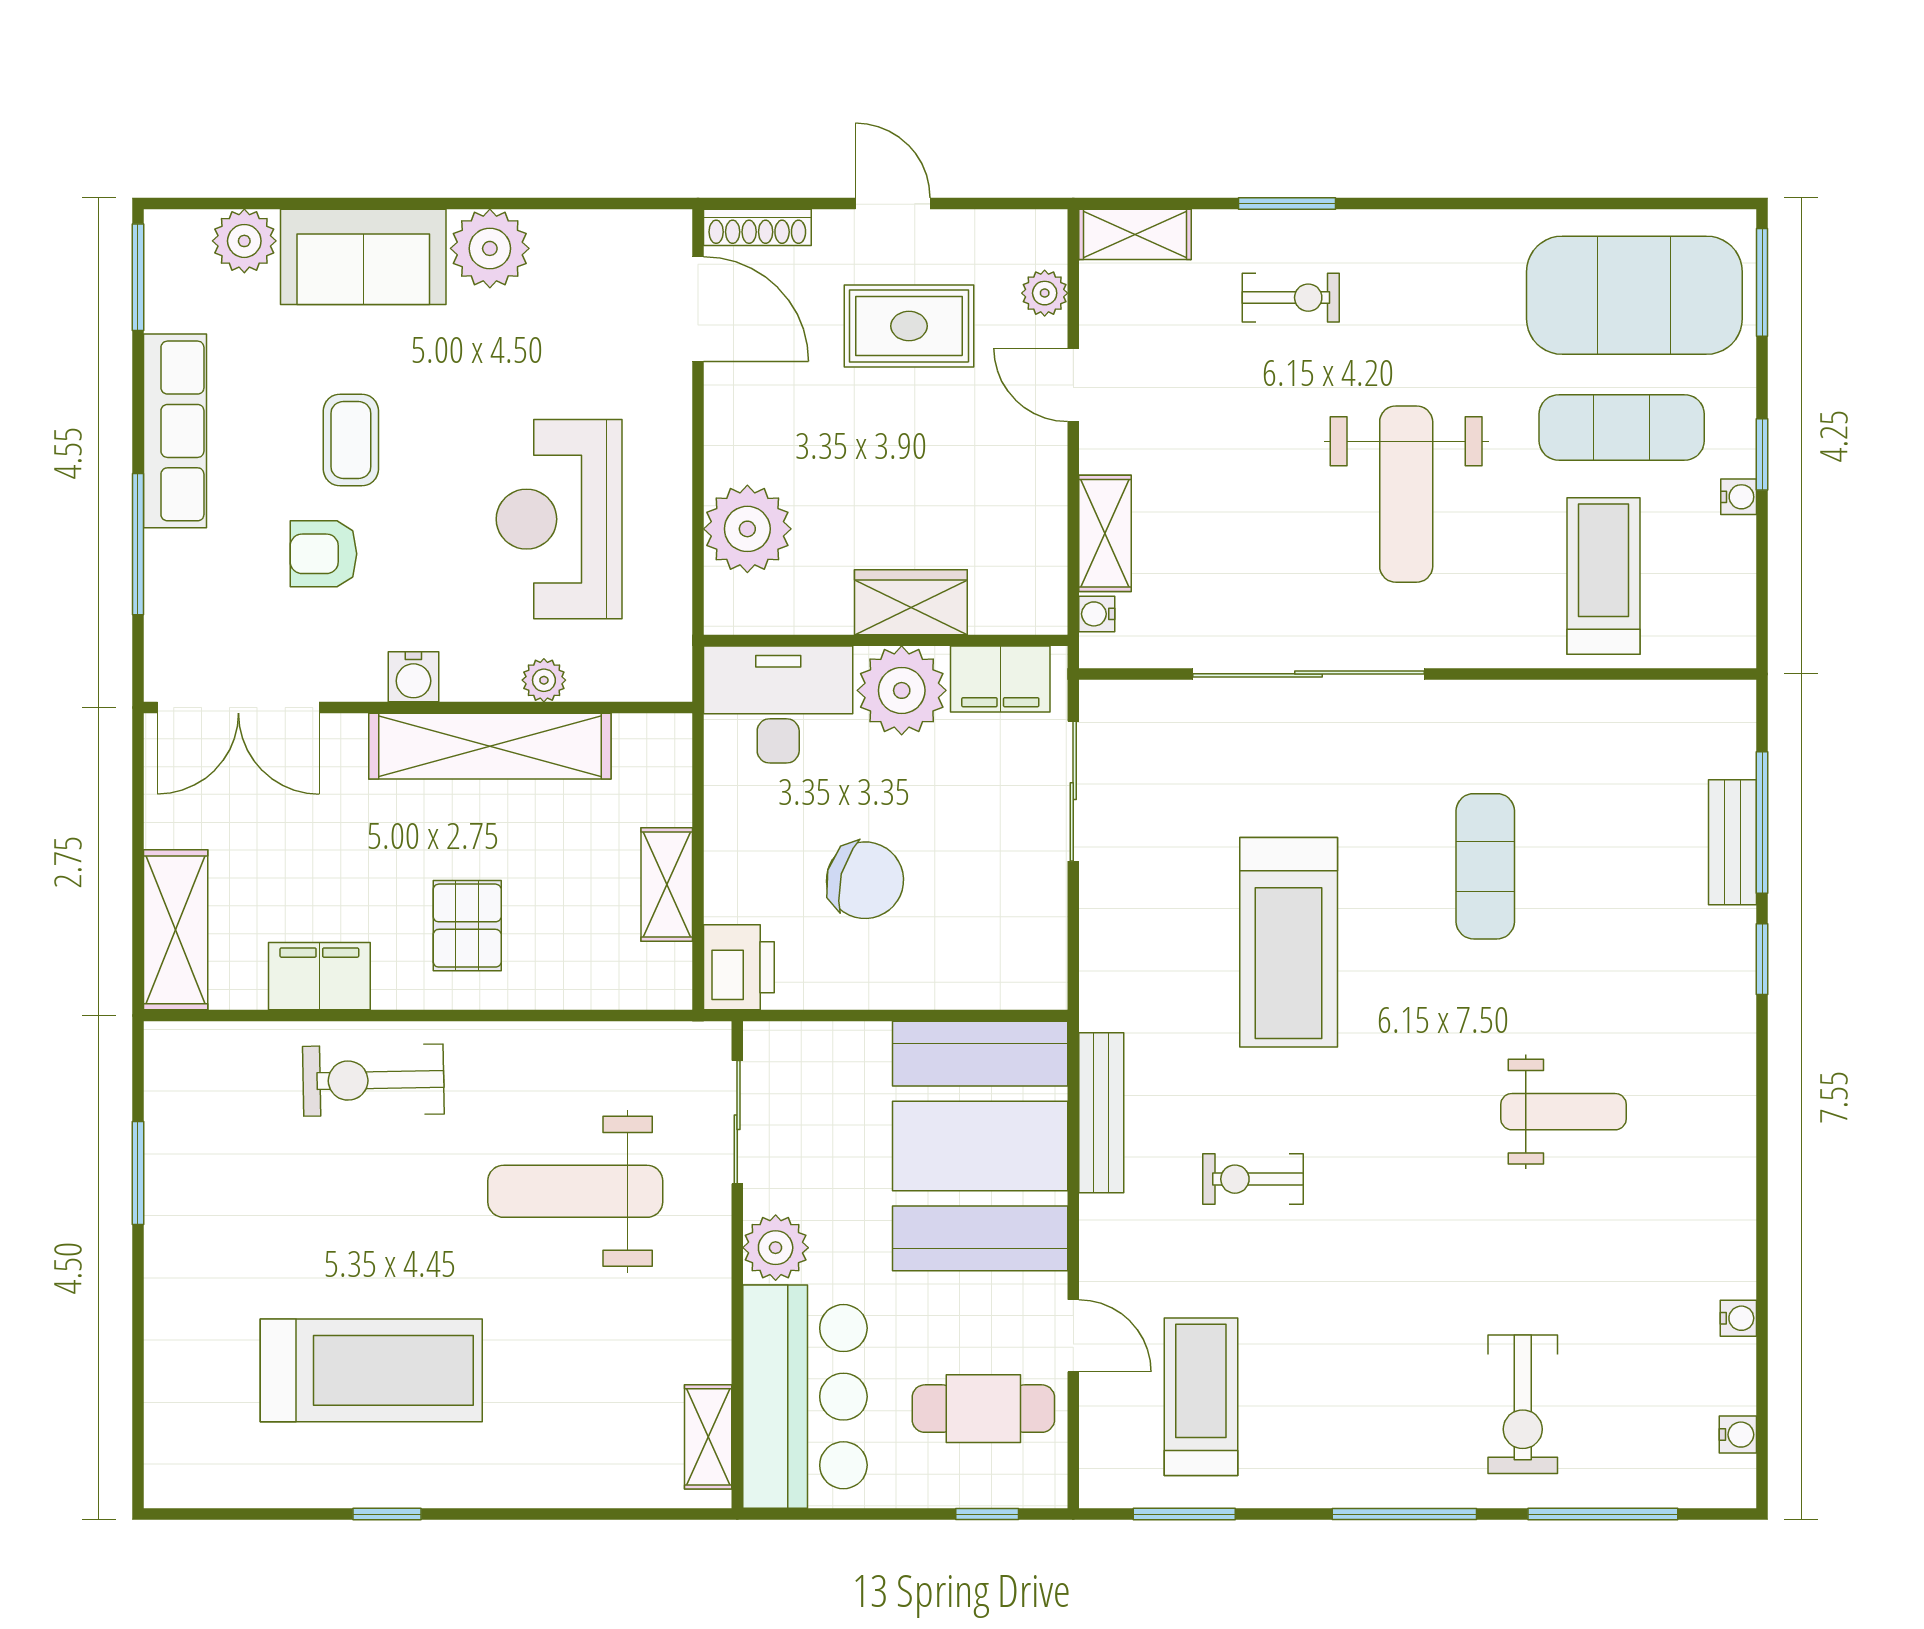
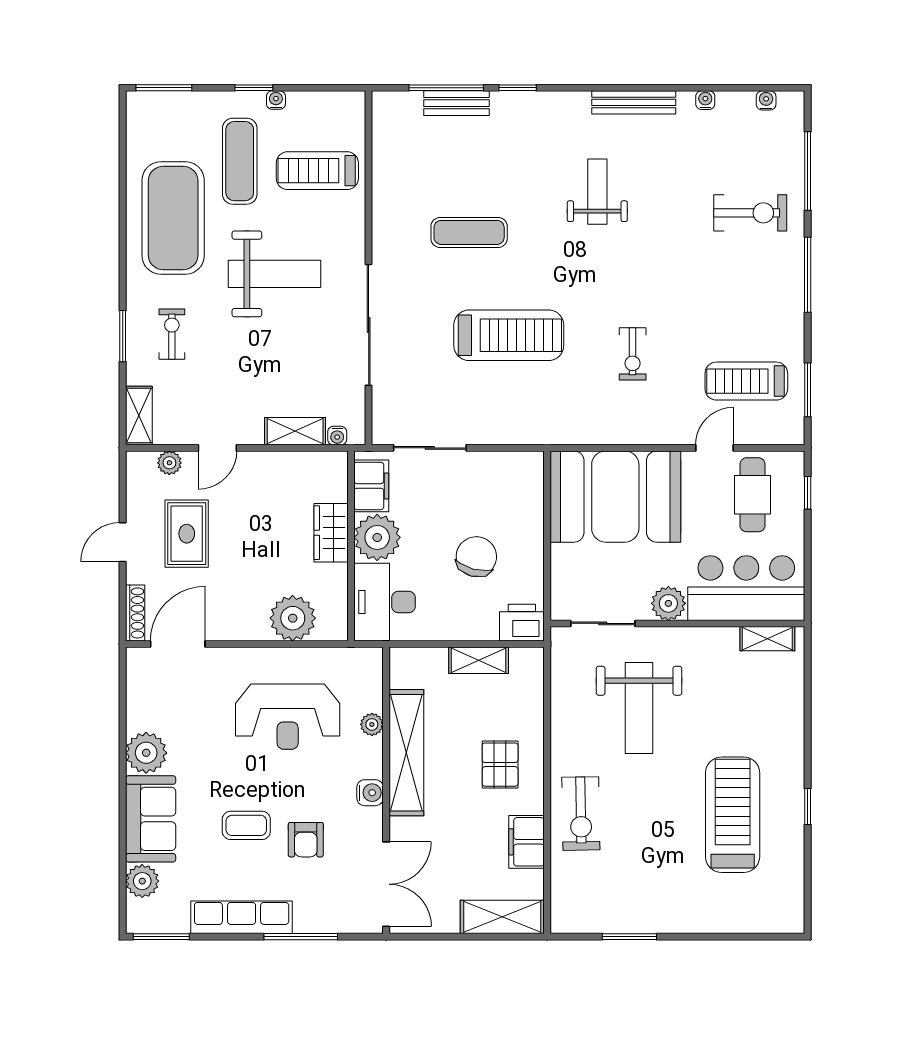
exercise mat: (1634, 295) -> (173, 218), moved
pallet: (467, 926) -> (500, 765), turned 90
bench: (1101, 1113) -> (634, 102), moved

